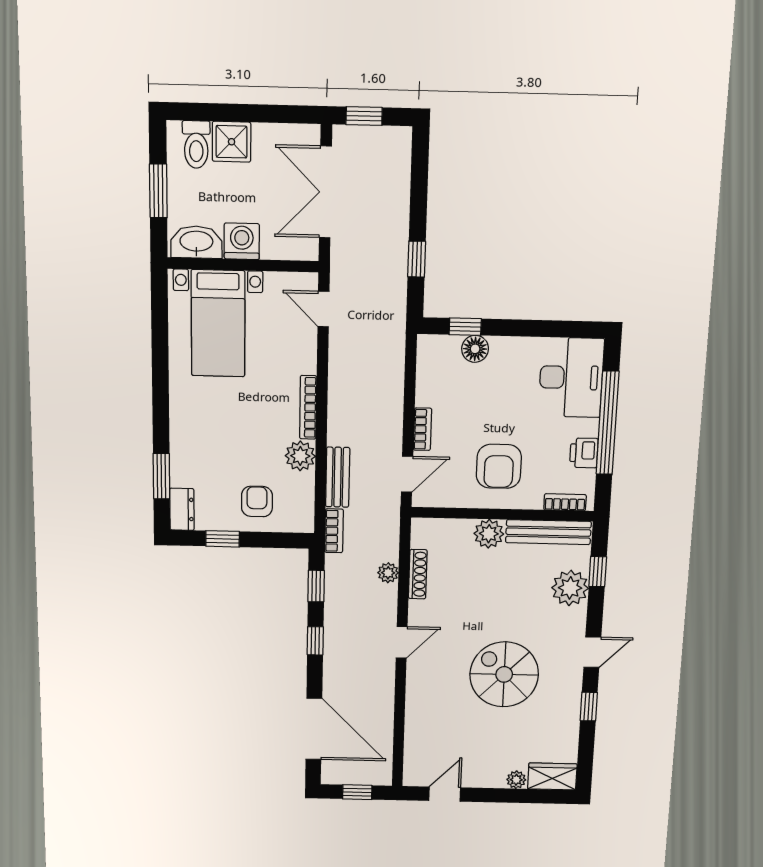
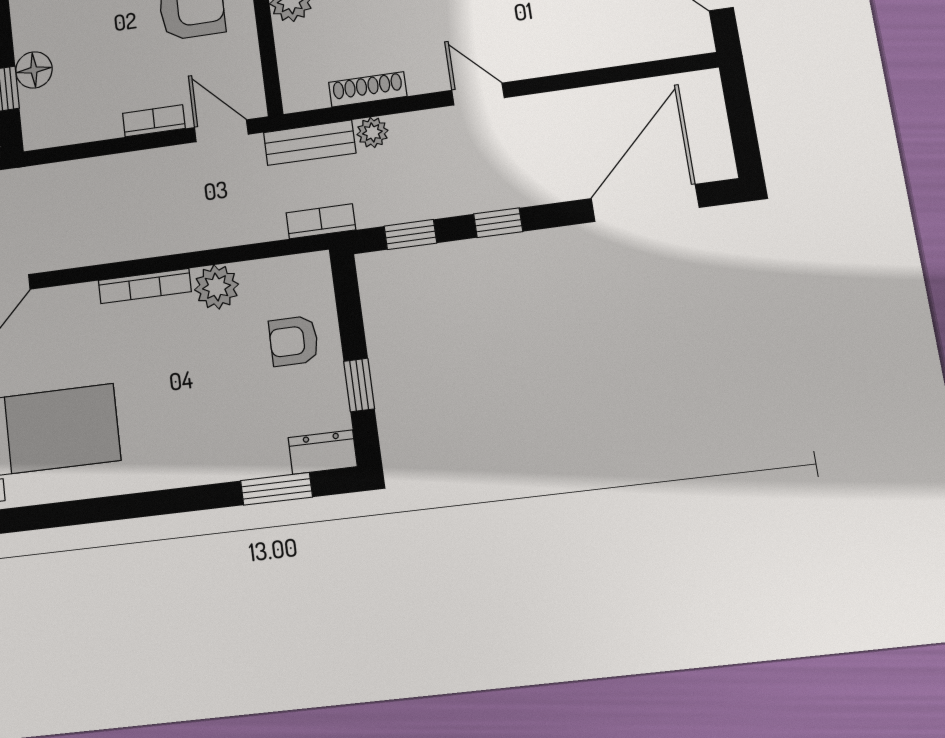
bench: (338, 477) -> (310, 143), moved
window: (357, 792) -> (741, 119), removed

